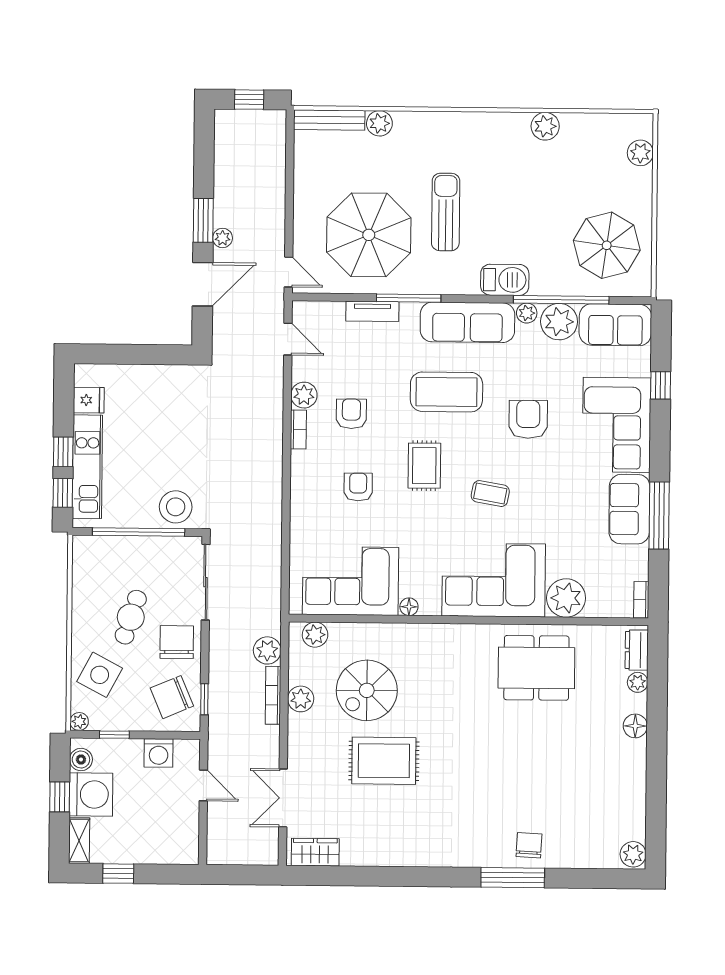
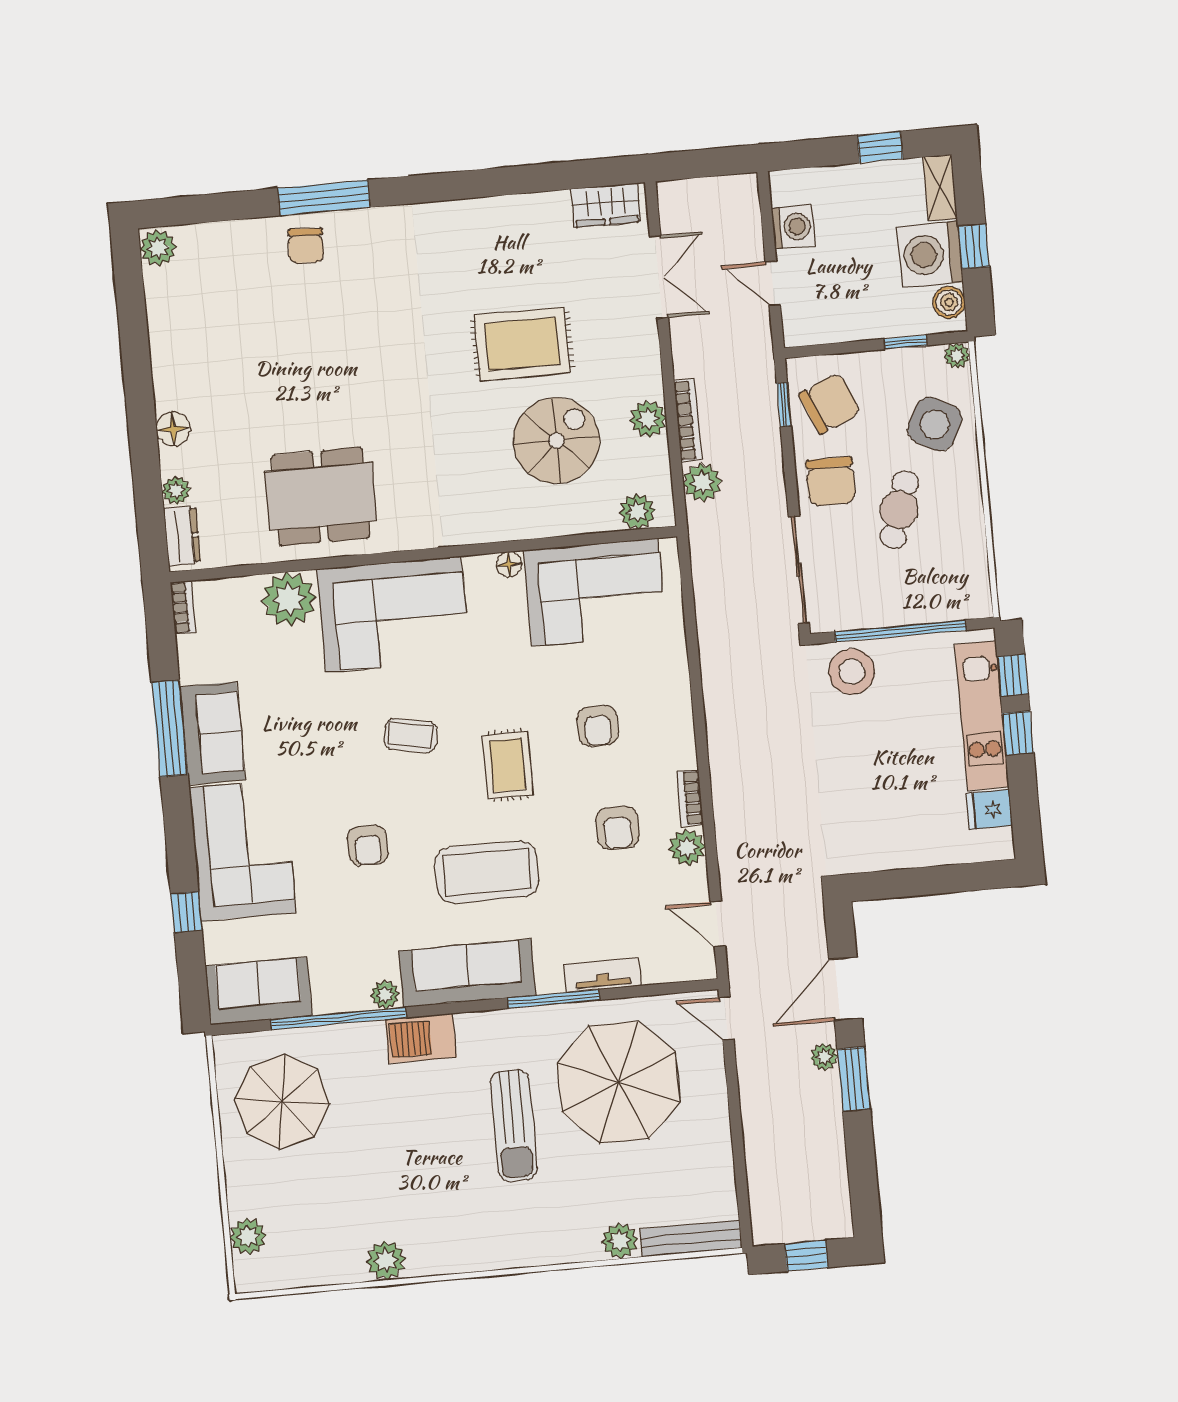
plant: (559, 322) -> (338, 987), removed
armchair: (528, 419) -> (368, 845), width x0.72, depth x0.72
washing machine: (159, 753) -> (793, 227), moved, turned 90

